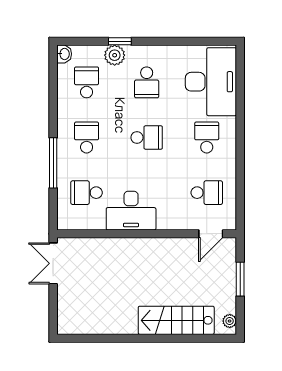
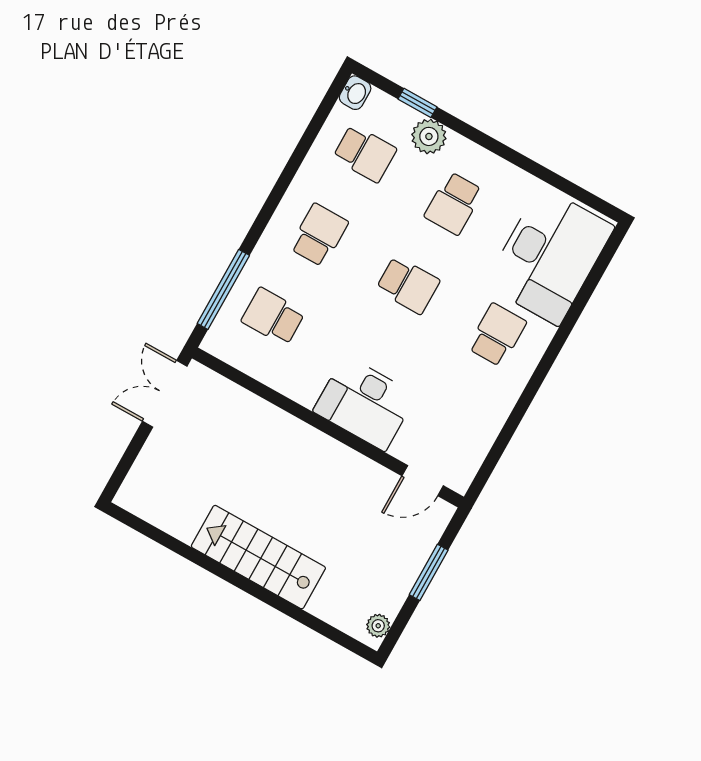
window: (120, 41) -> (417, 103), moved
school desk: (87, 82) -> (365, 153), turned 90
window: (53, 163) -> (223, 289), moved
school desk: (207, 193) -> (451, 417), removed
desk: (131, 211) -> (365, 403), moved
stairs: (176, 320) -> (258, 557), moved

